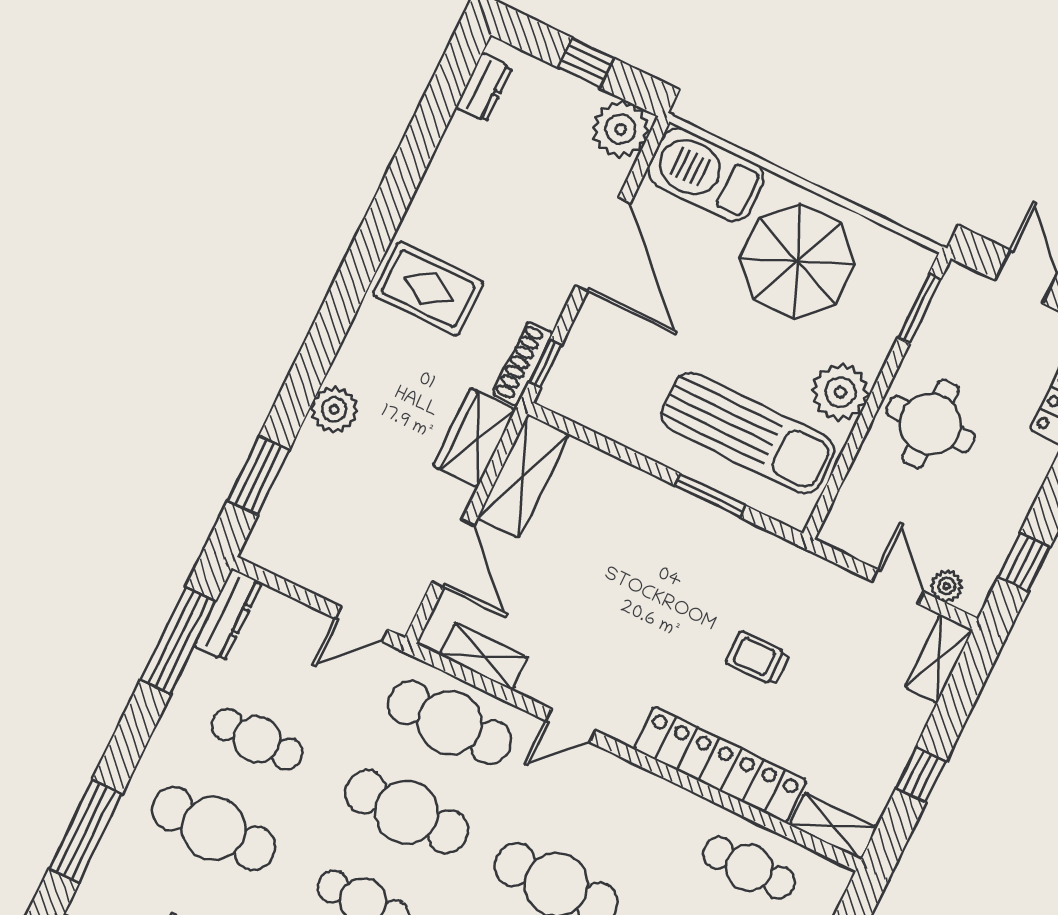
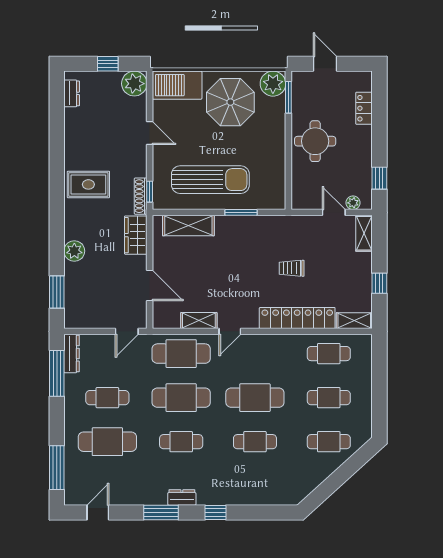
door: (603, 244) -> (150, 133), width x0.53
plant: (840, 392) -> (273, 84), moved
sun lounger: (748, 433) -> (210, 180), moved
shelving: (523, 476) -> (188, 225), moved, turned 90
shelving: (484, 656) -> (199, 321), moved

